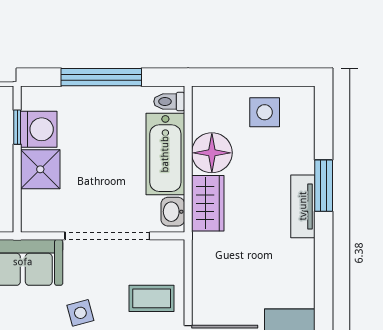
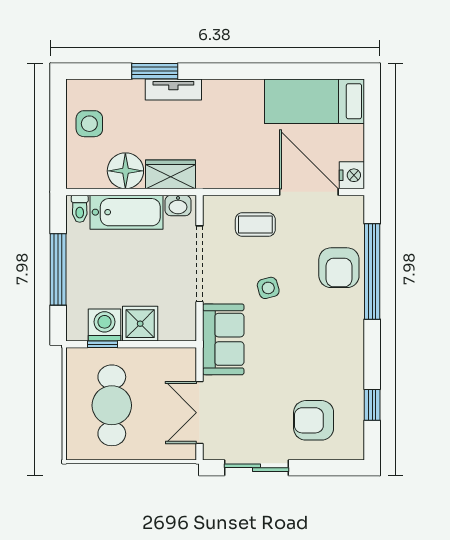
coffee table: (152, 298) -> (255, 225), turned 90

